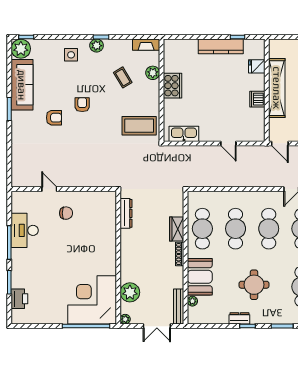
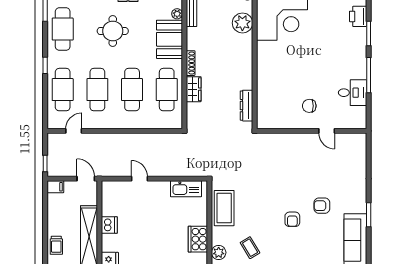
coffee table: (139, 126) -> (224, 208), moved, turned 90
desk: (25, 230) -> (353, 93), width x0.73

